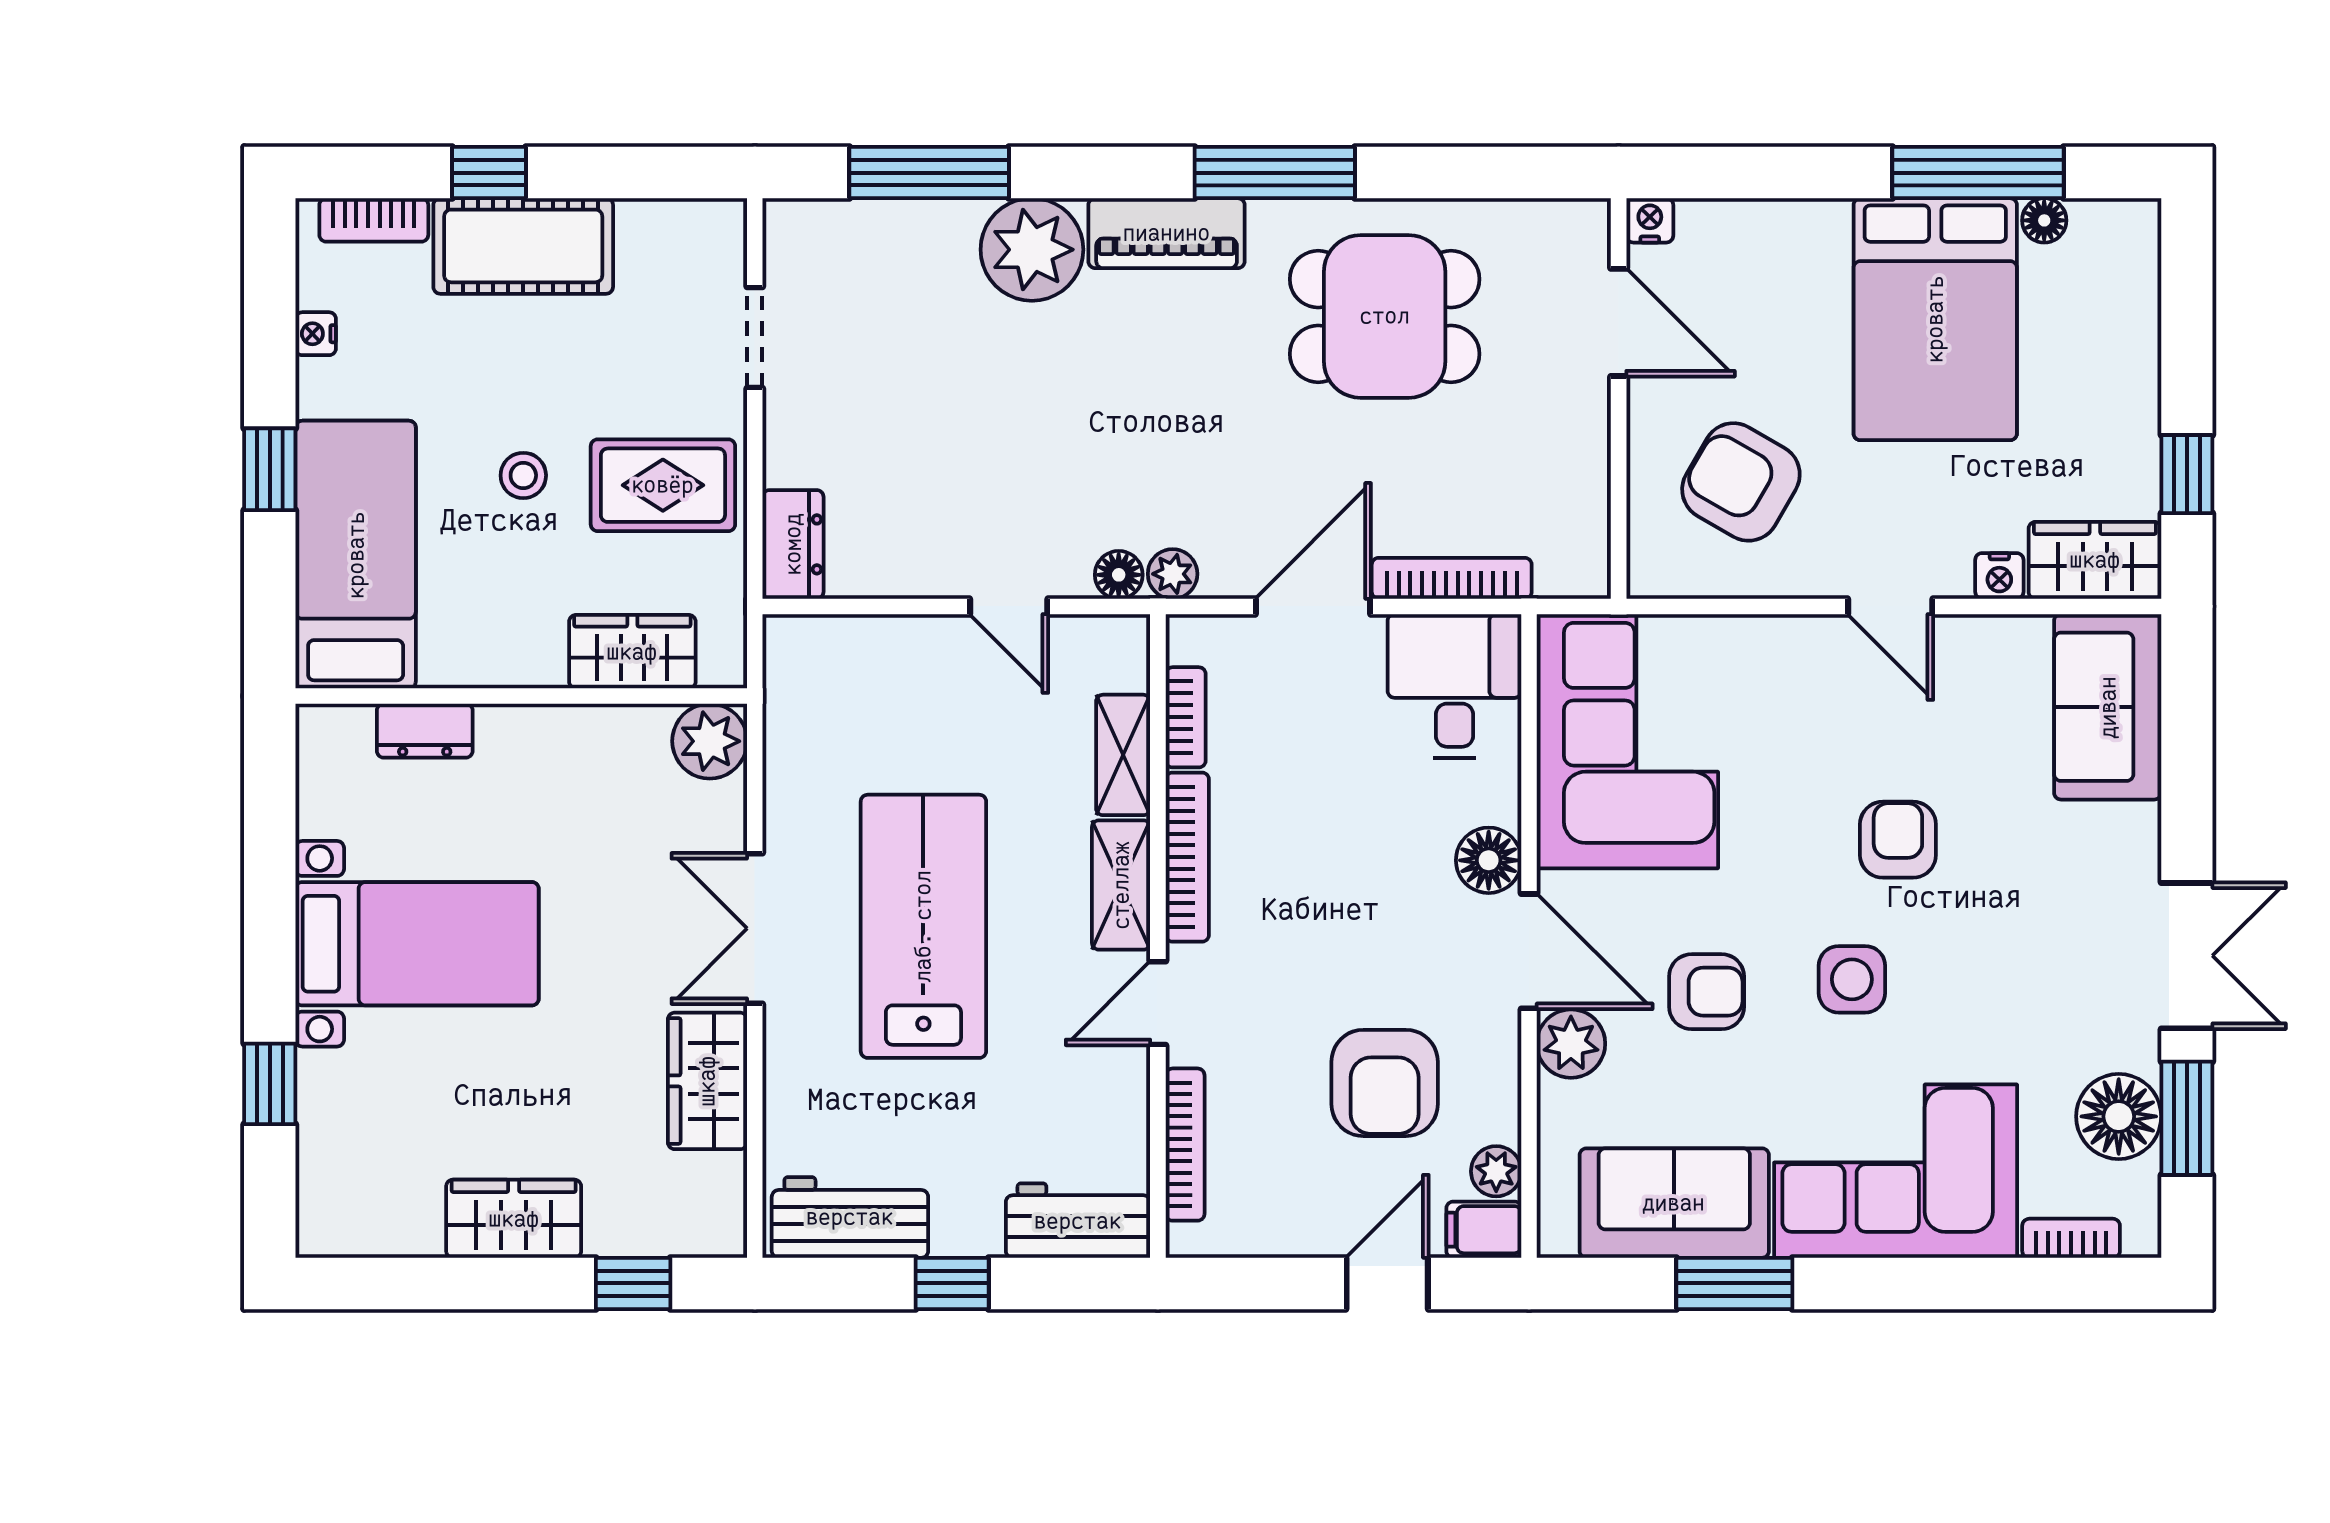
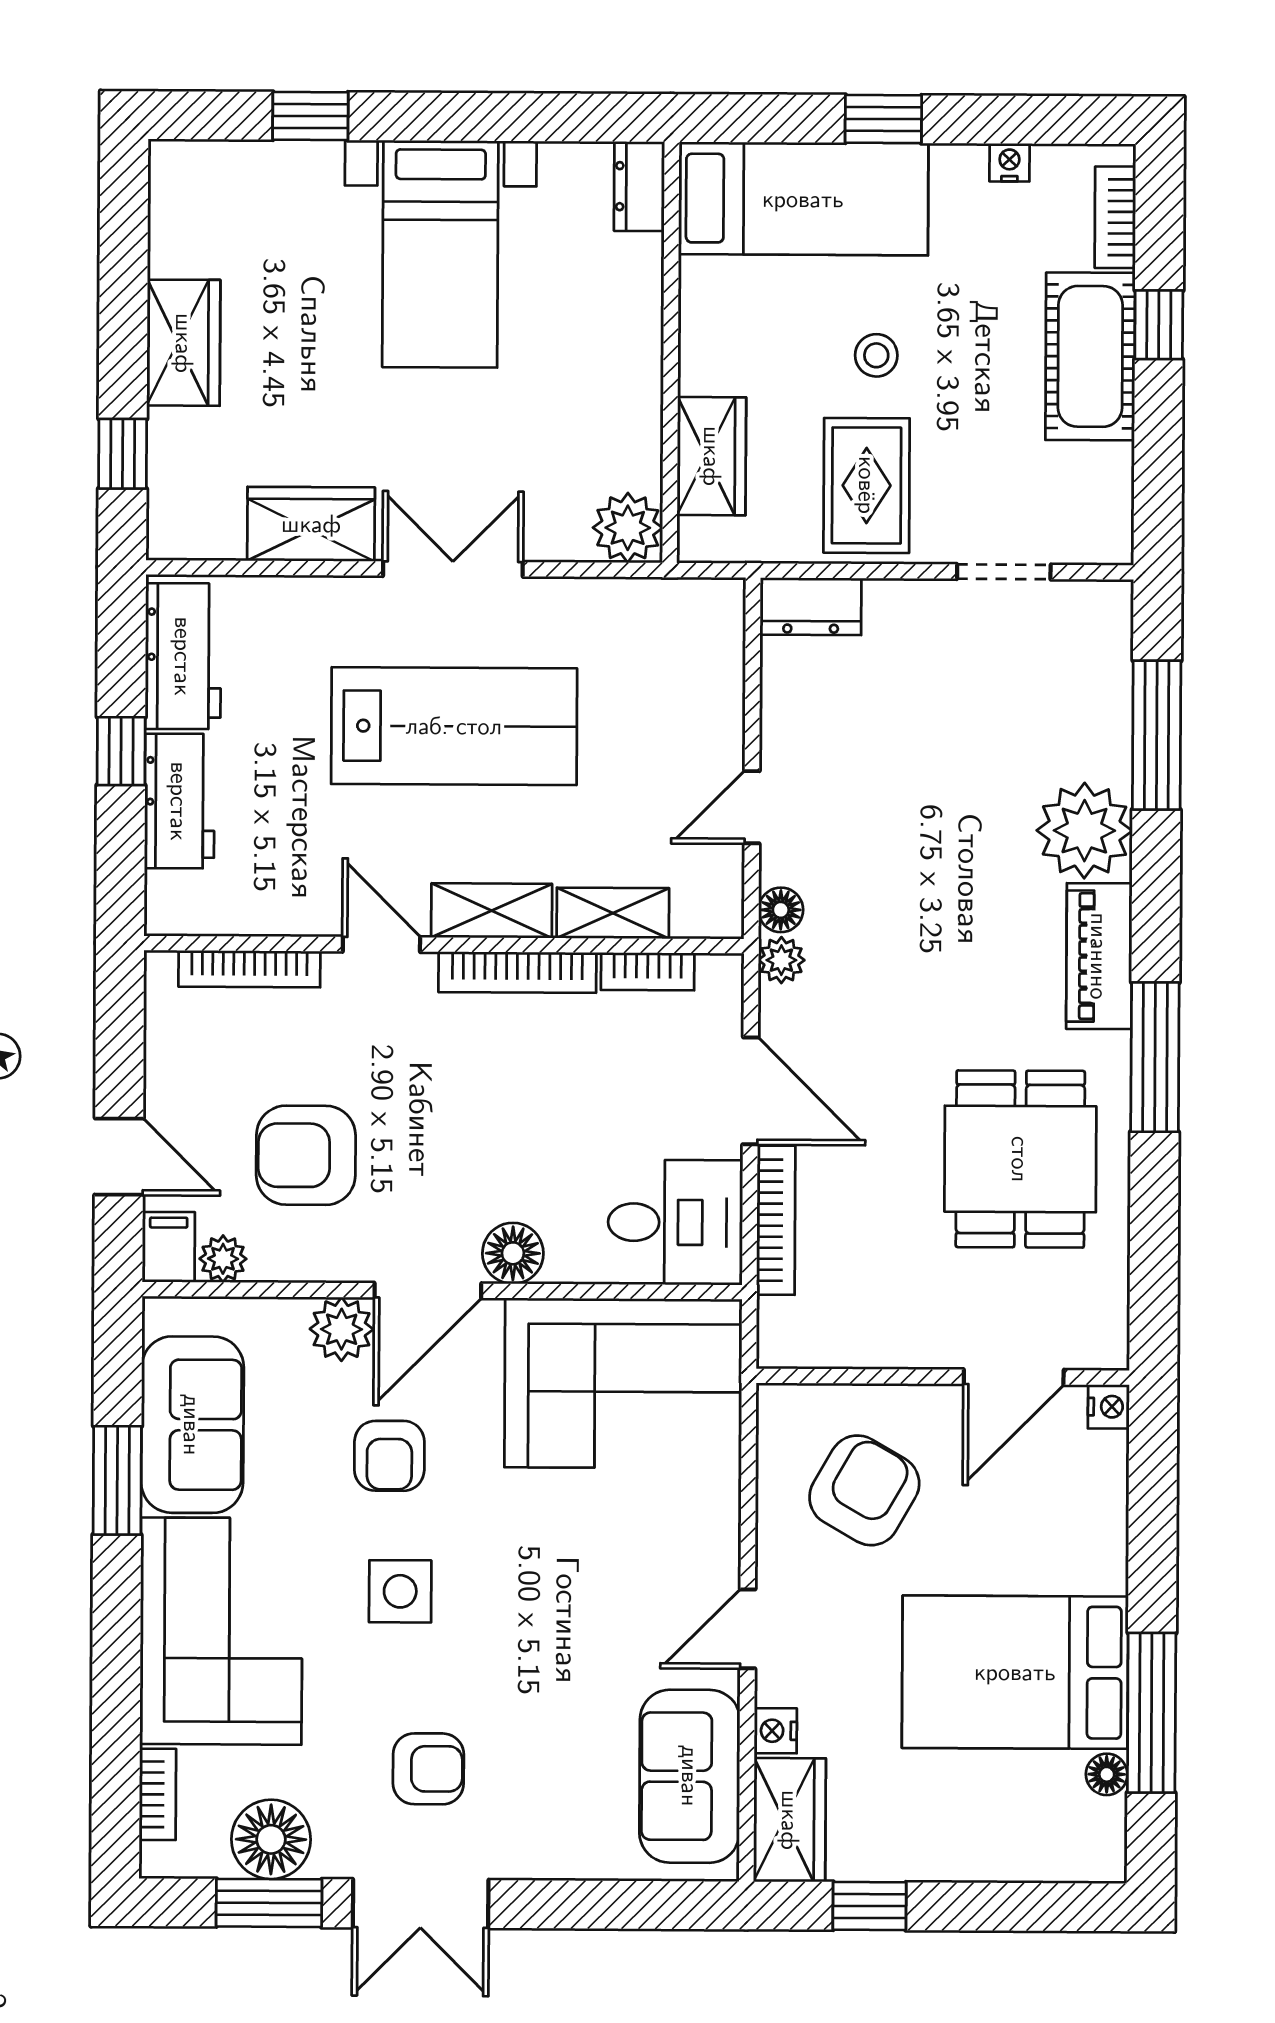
sofa: (2108, 707) -> (690, 1776), moved, turned -90
dresser: (425, 731) -> (639, 186), moved
armchair: (1898, 840) -> (428, 1769), moved
workbench: (1078, 1221) -> (179, 801), moved

